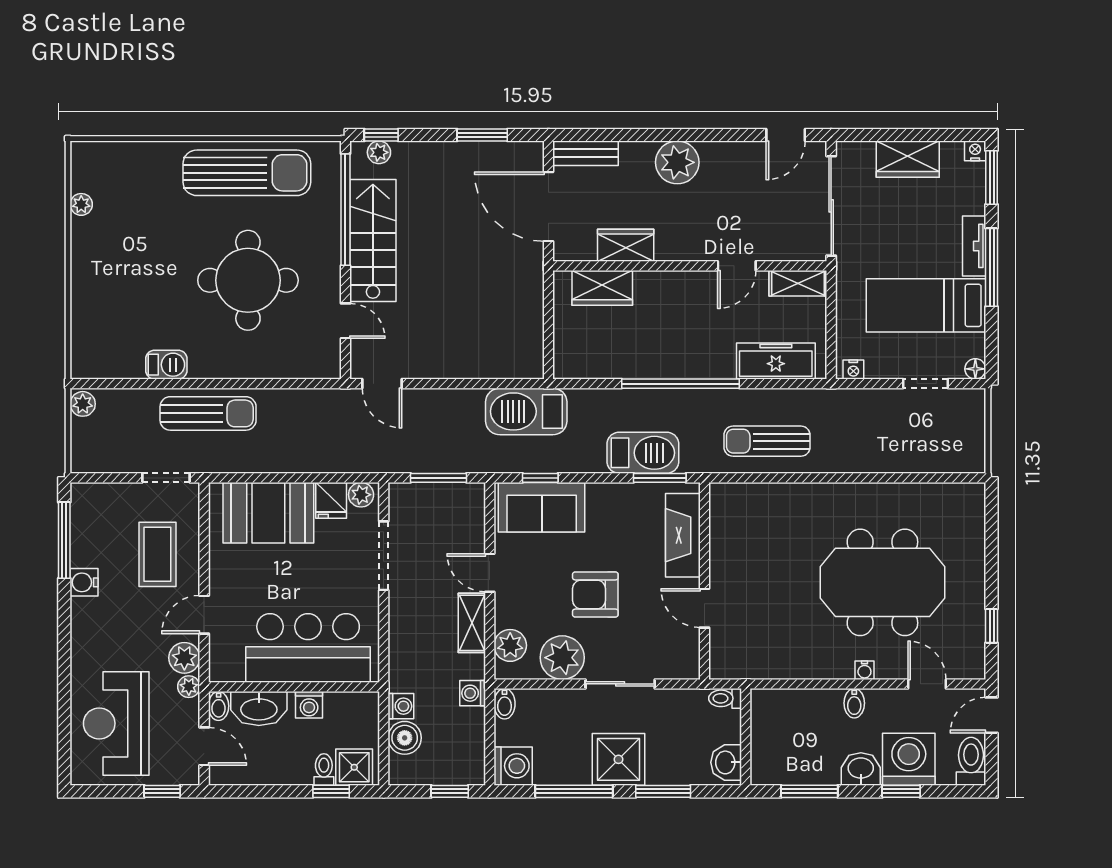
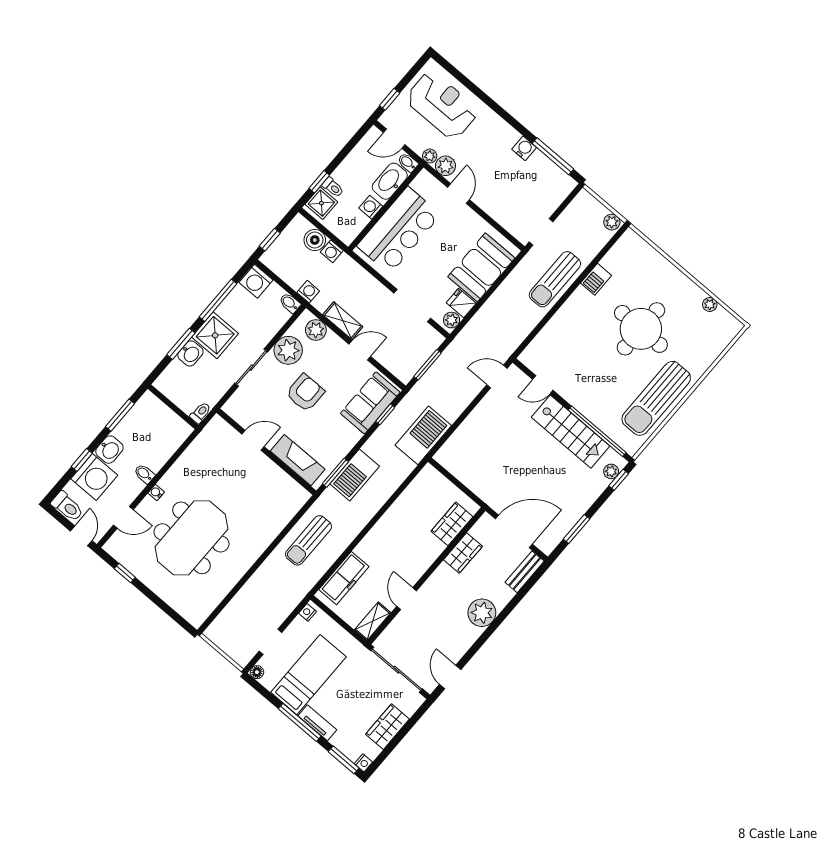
round table: (248, 280) -> (641, 329), moved
window: (680, 384) -> (373, 522), removed
sun lounger: (767, 441) -> (309, 540), turned 180
coffee table: (157, 554) -> (507, 196), removed
washbasin: (726, 762) -> (190, 353), moved, turned 90

